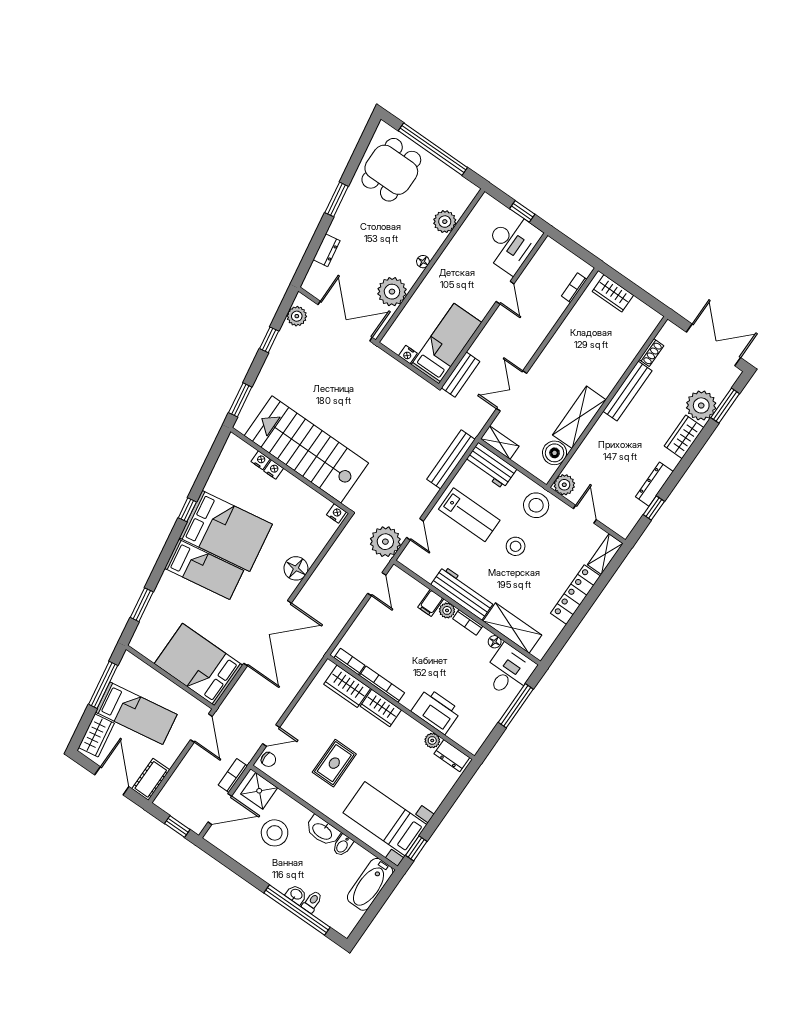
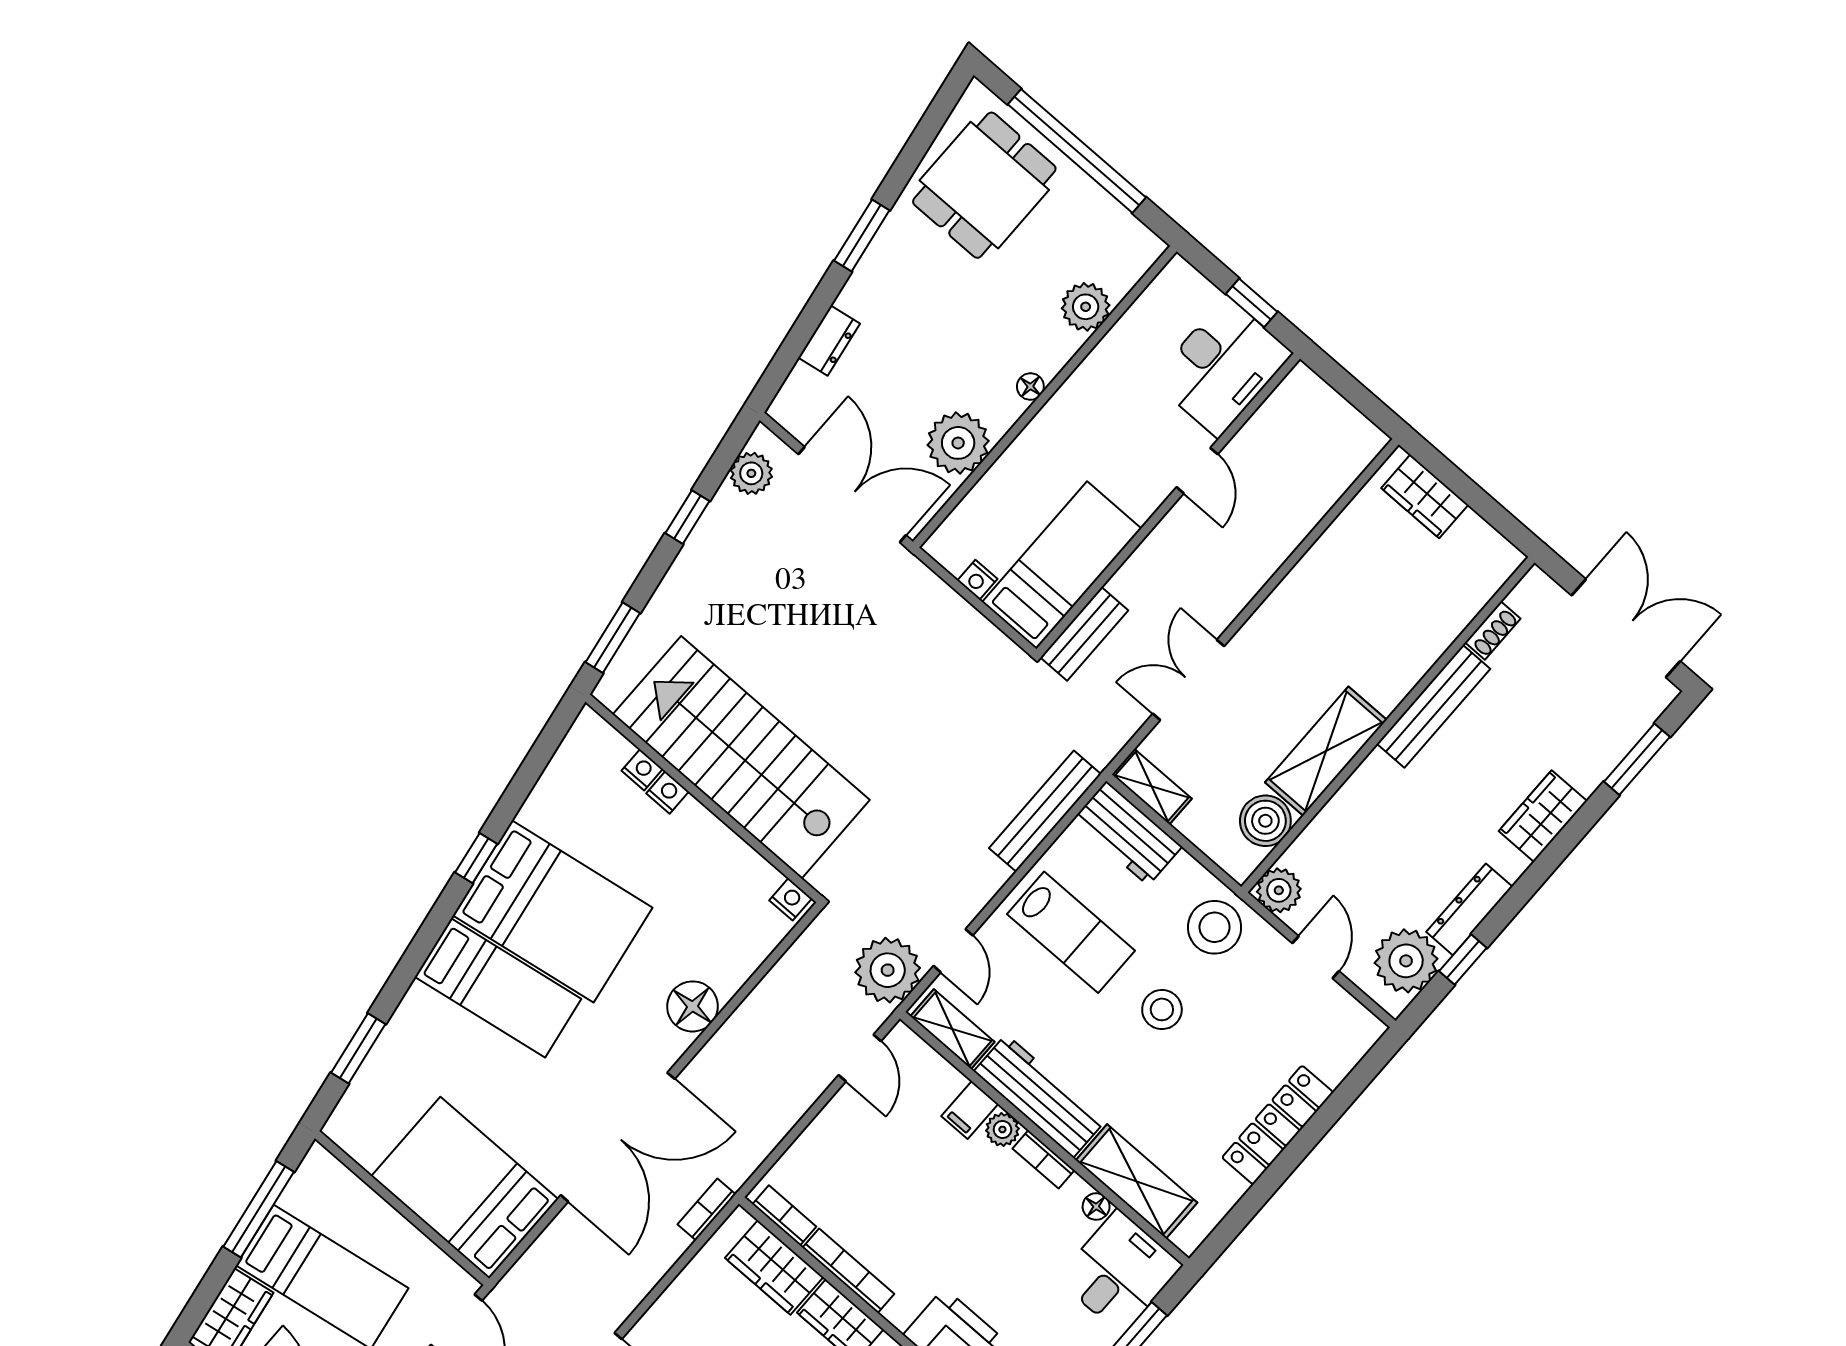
bookcase: (574, 288) -> (707, 1209), moved
plant: (701, 405) -> (1406, 961), moved
shelving: (605, 554) -> (952, 1029), moved, turned 90

